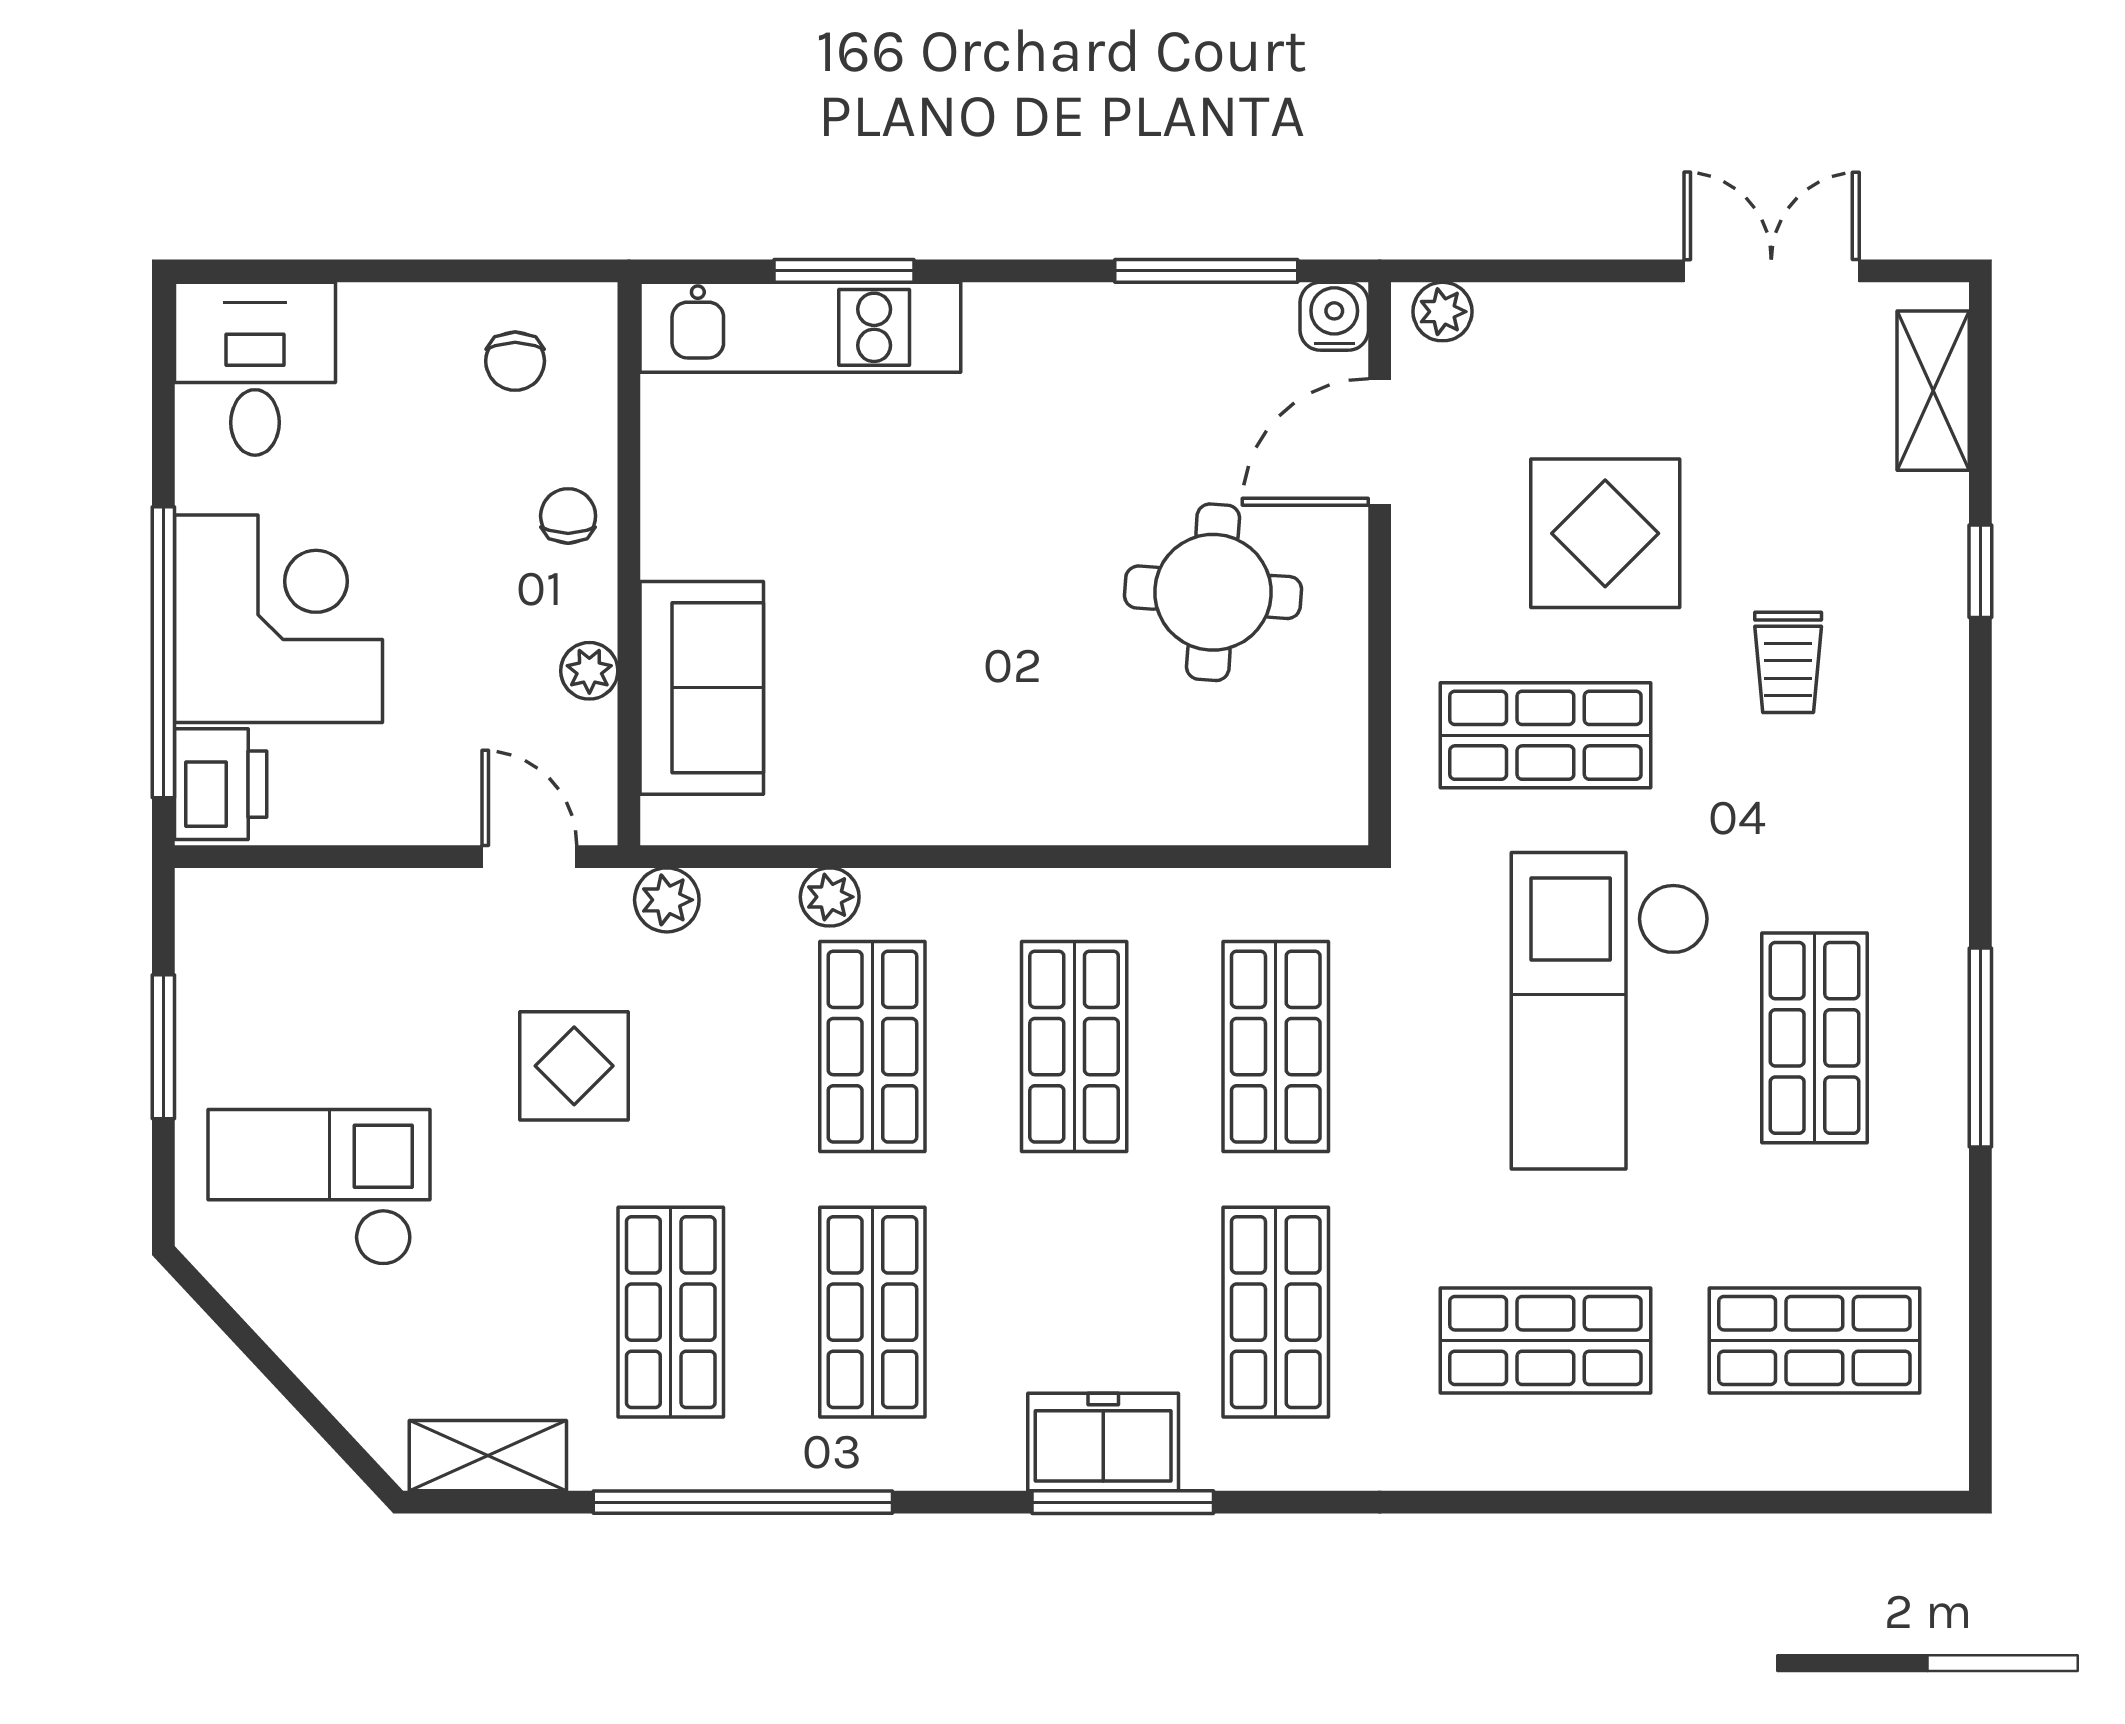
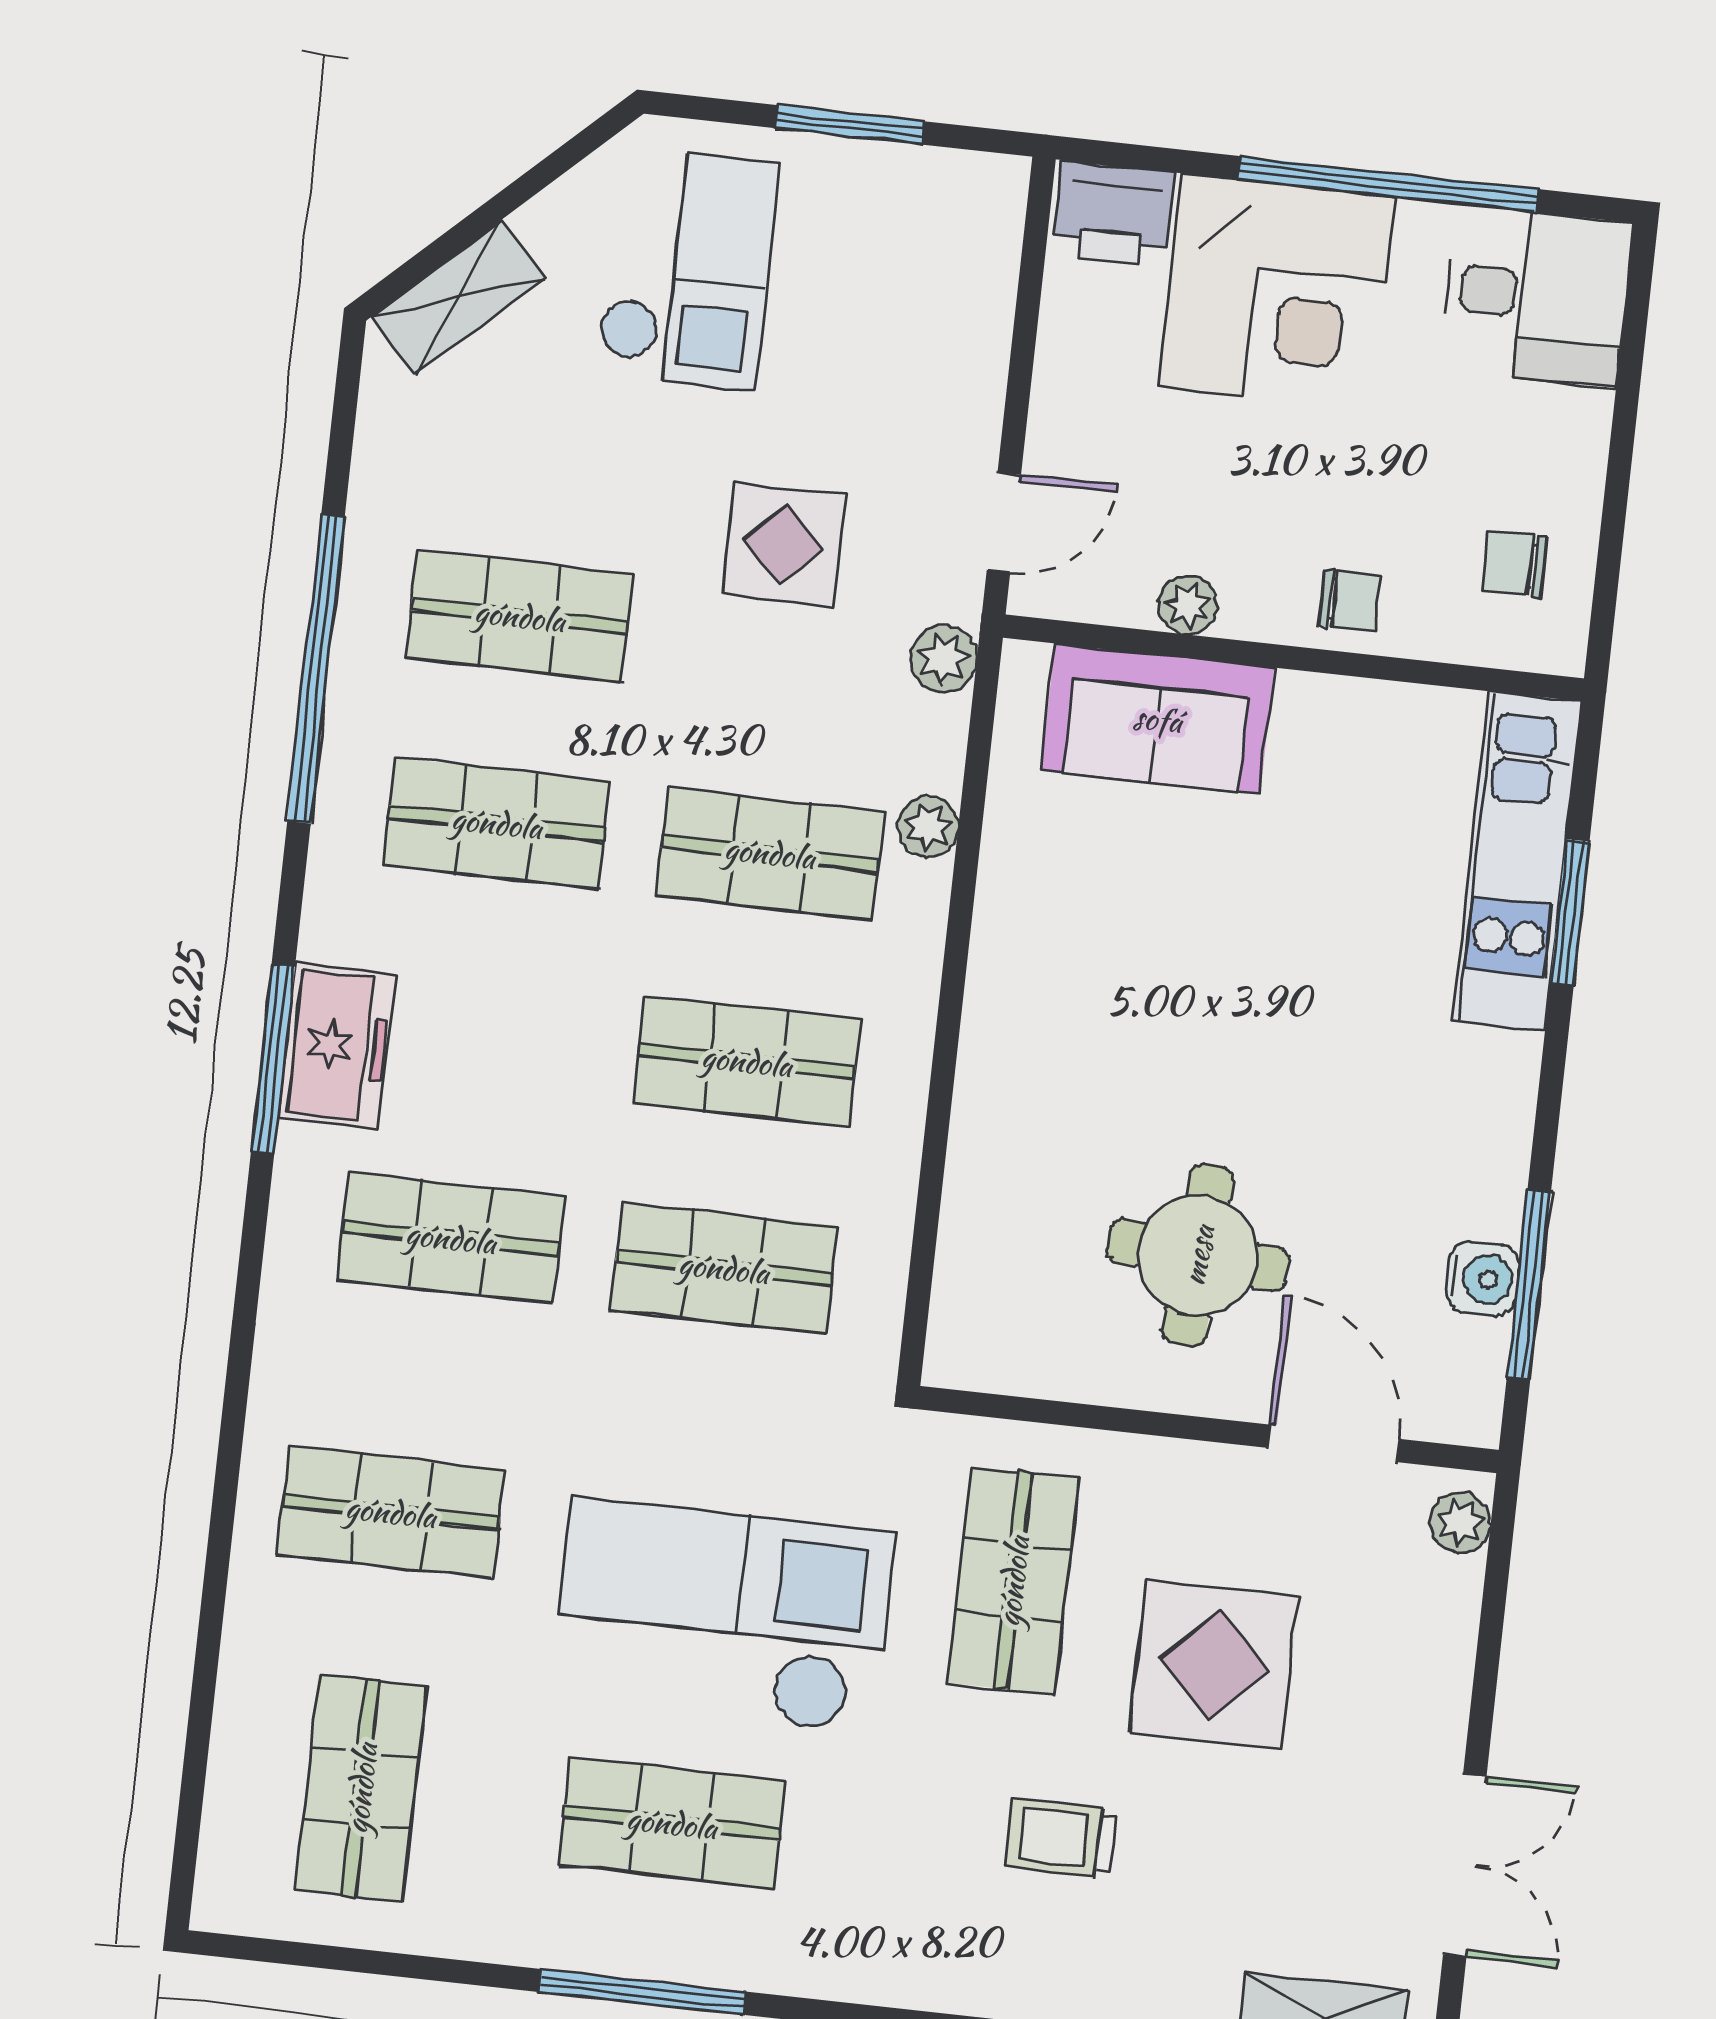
water cooler: (1334, 316) -> (1482, 1279), moved
window: (163, 652) -> (1388, 184), moved
shop shelf: (1545, 1341) -> (391, 1512), turned 90
shelving: (488, 1456) -> (458, 297), moved, turned 47

